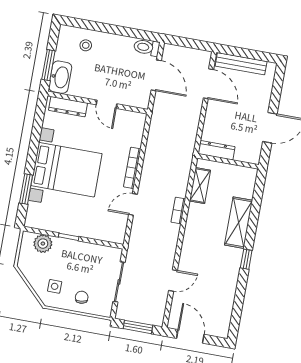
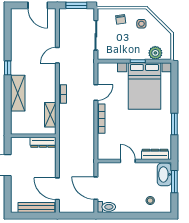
bed with nightstands: (66, 170) -> (144, 86), moved, turned -90
window: (26, 189) -> (174, 124), moved
door: (173, 280) -> (57, 55), moved

